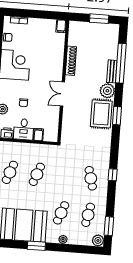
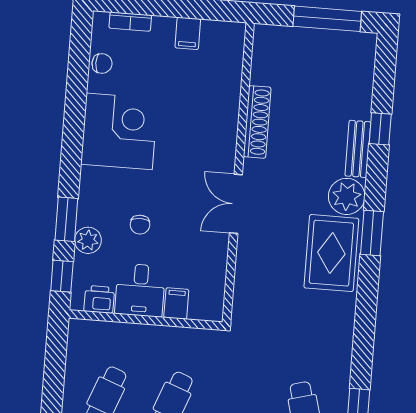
window: (99, 19) -> (327, 19), width x1.44
filing cabinet: (61, 26) -> (188, 33), moved
window: (121, 63) -> (380, 129), width x0.32
window: (117, 116) -> (372, 233), moved

